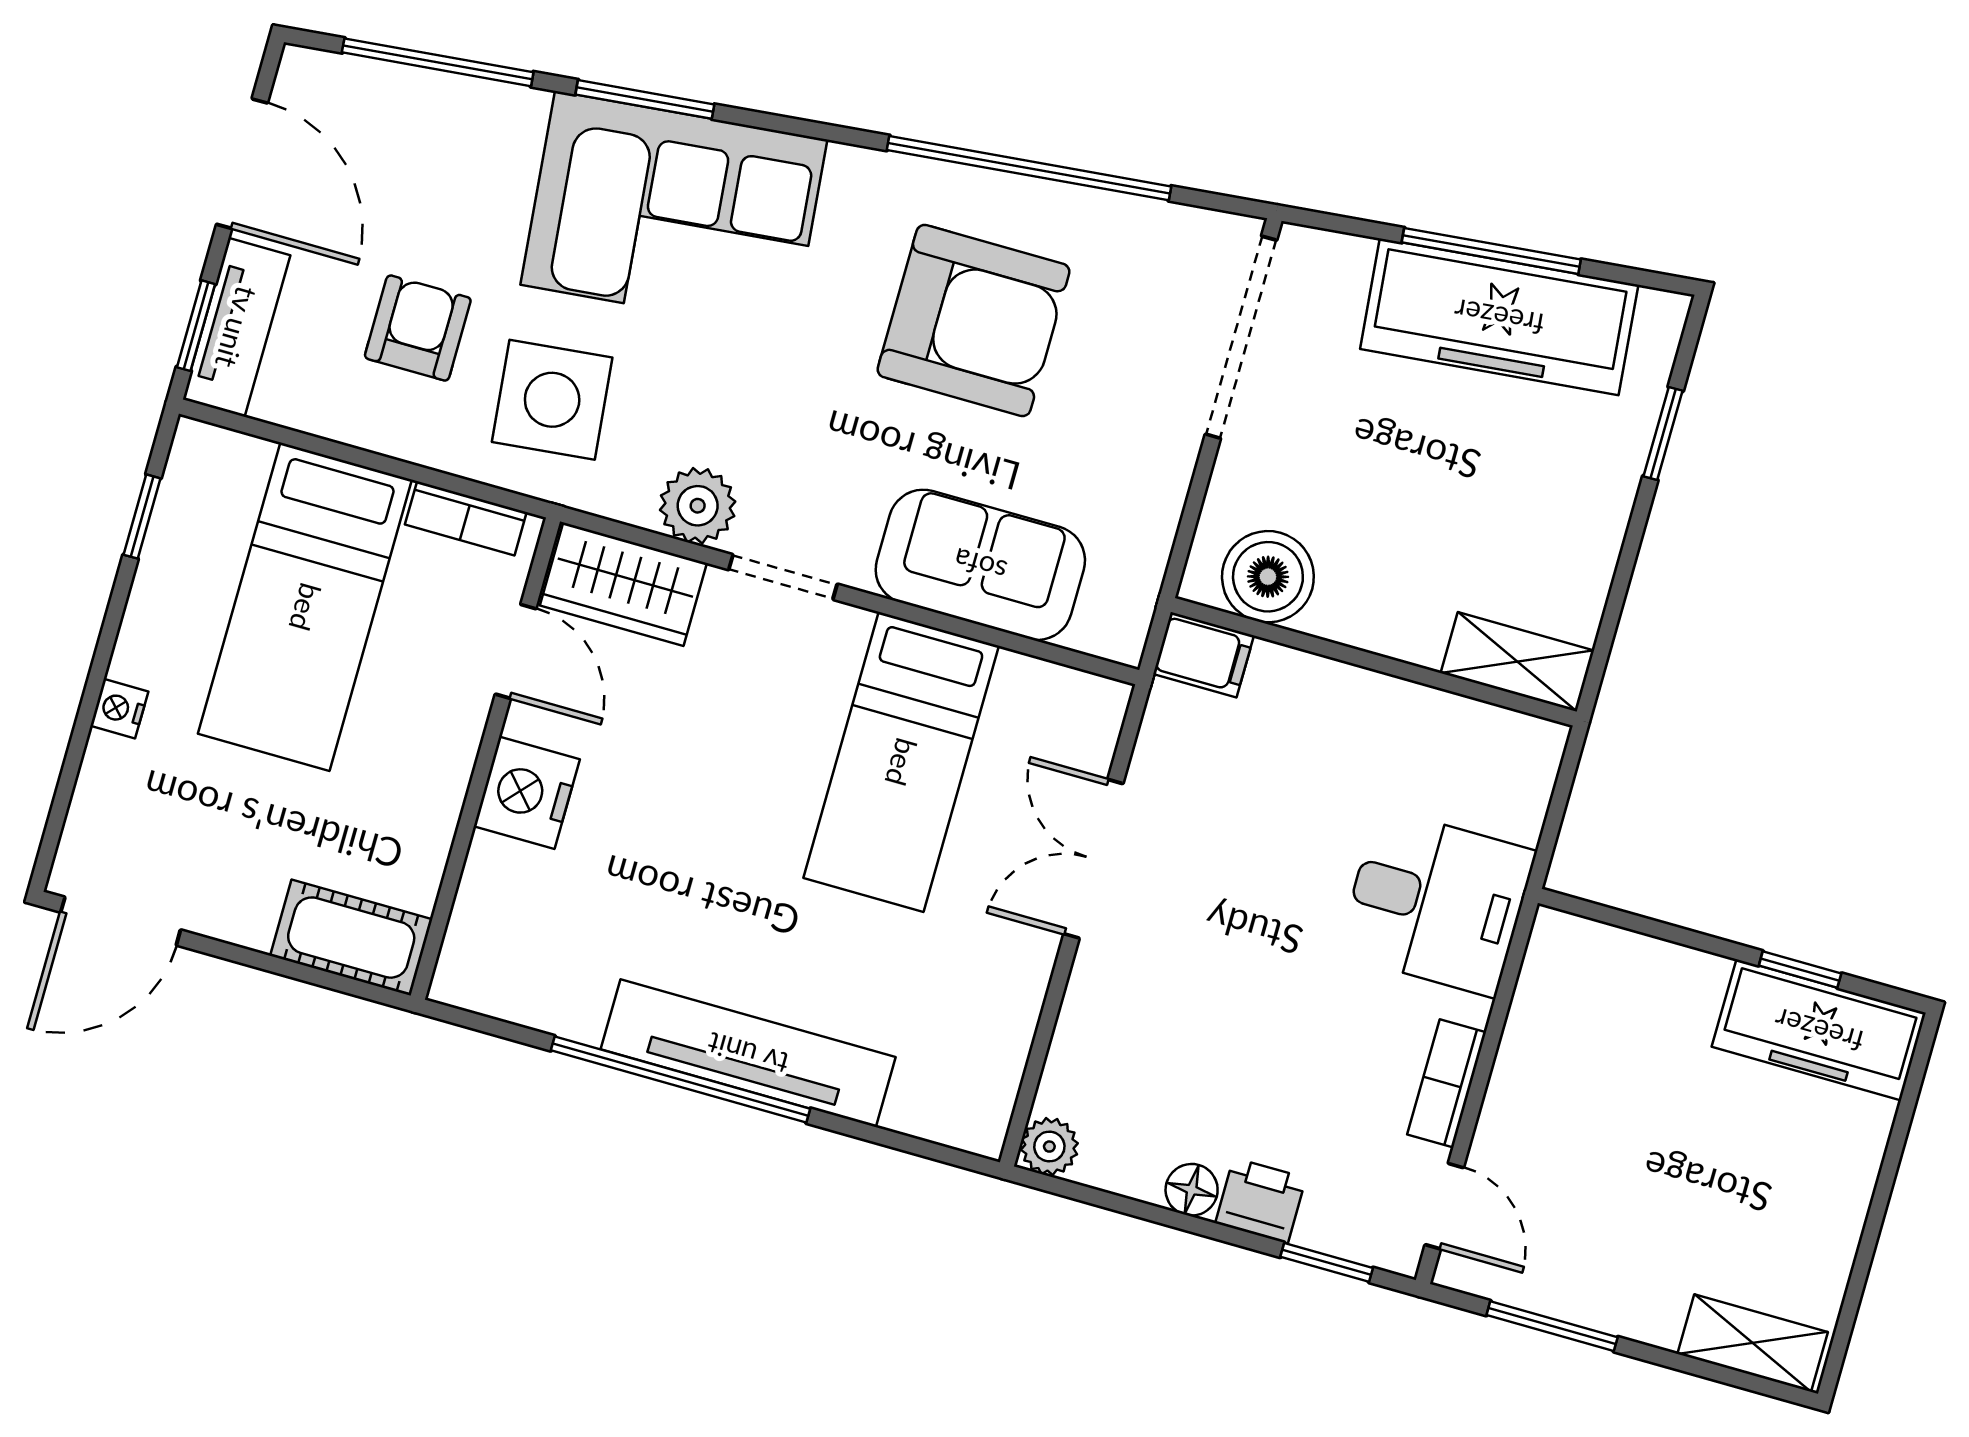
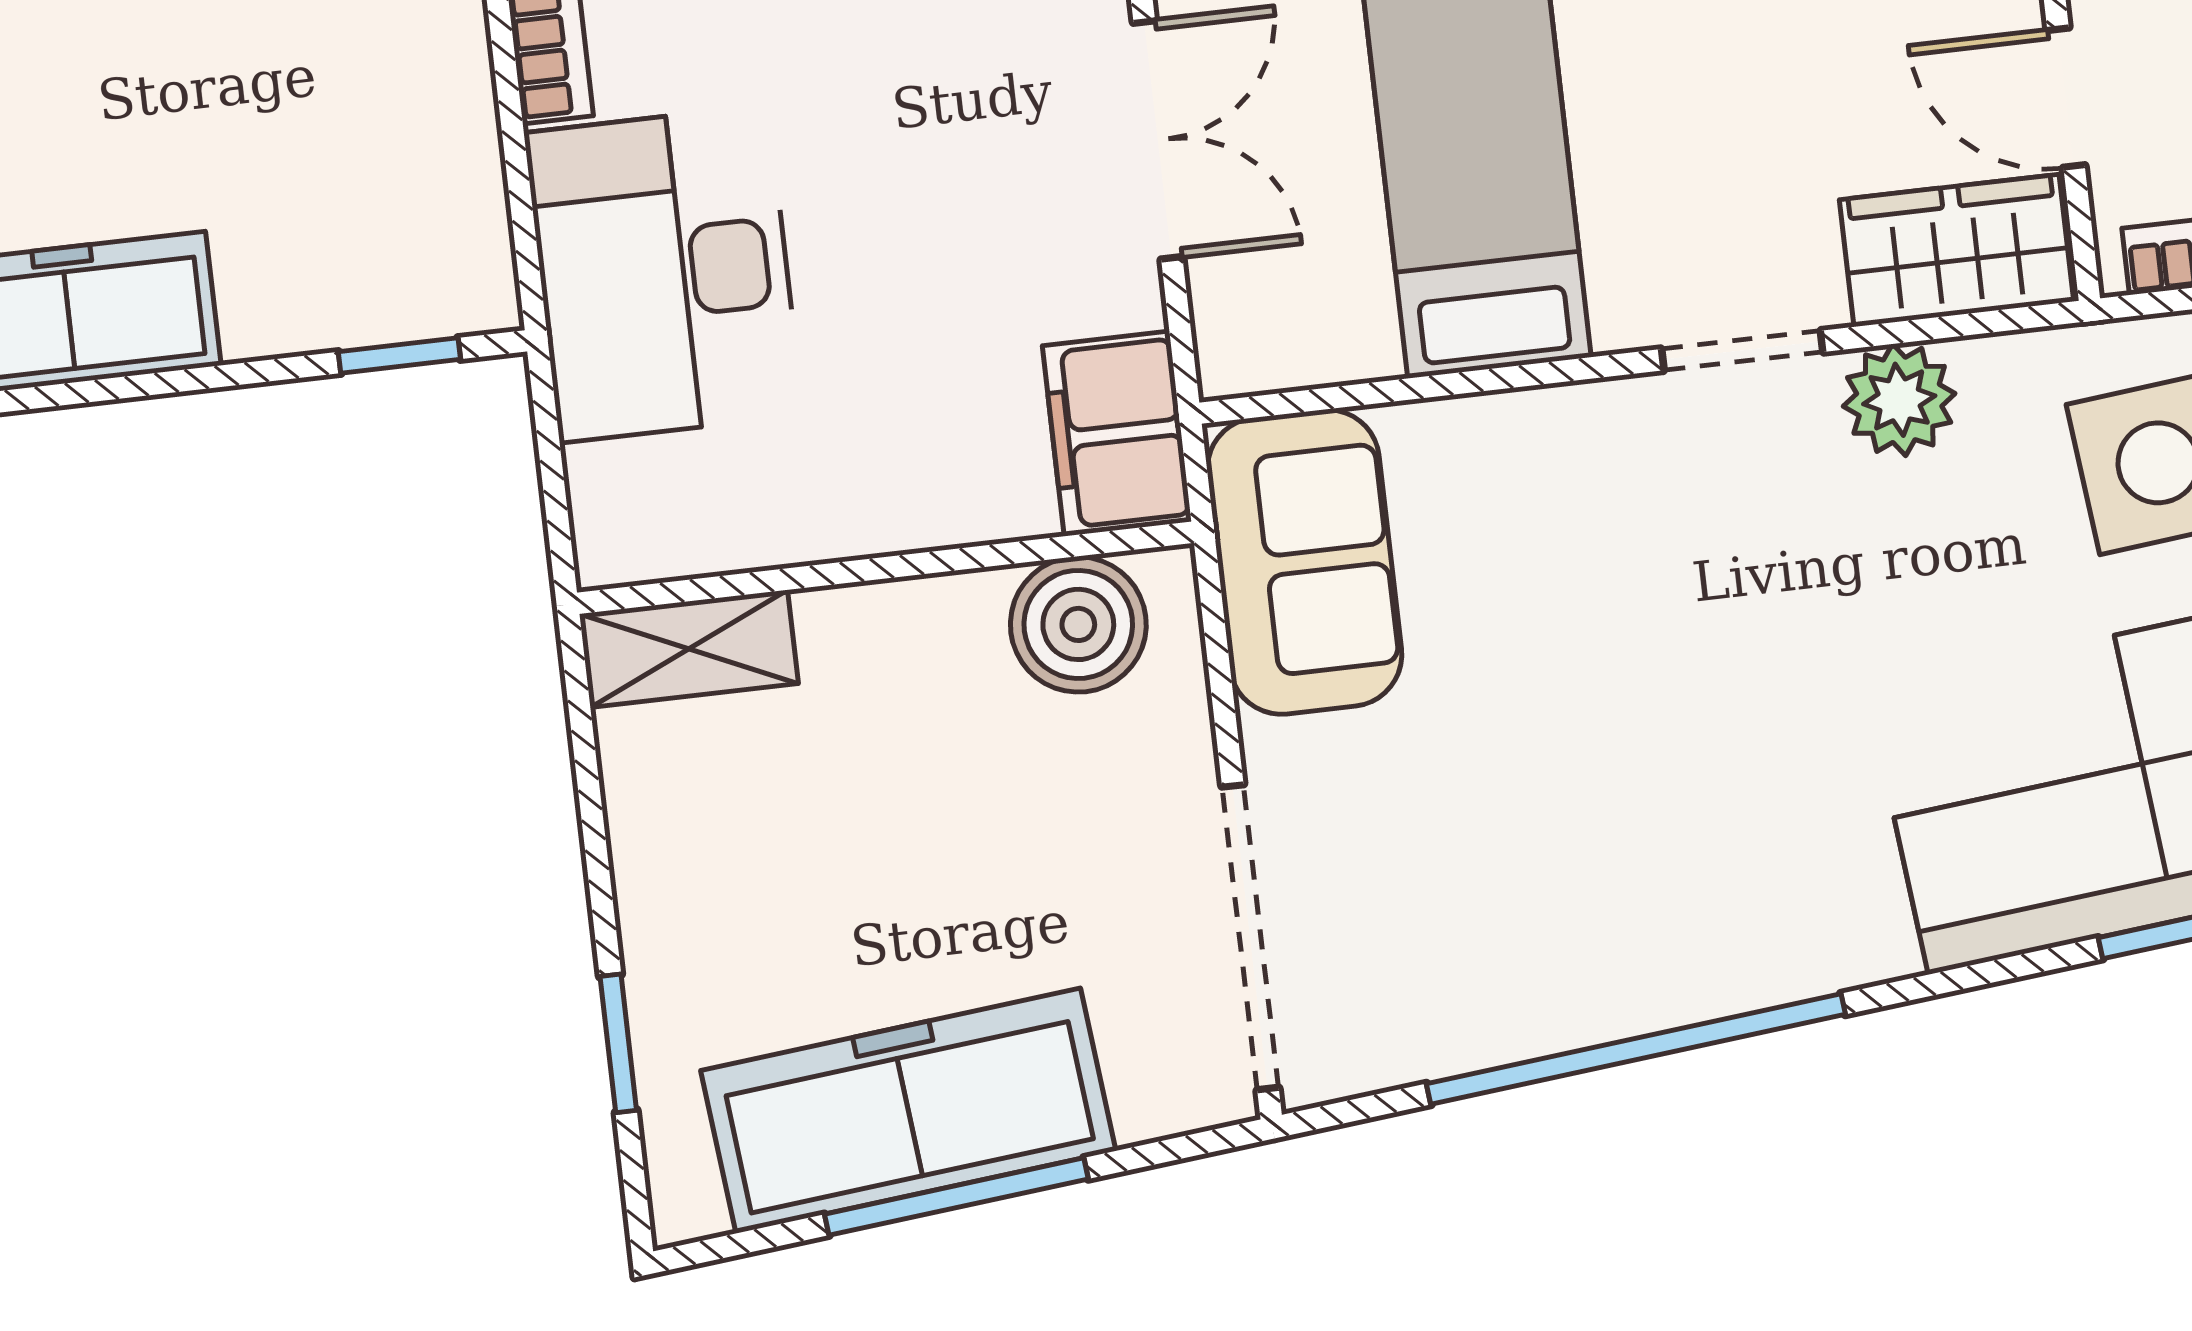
armchair: (974, 321) -> (1626, 809), removed
sofa: (980, 565) -> (1304, 562), moved, turned -90
filing cabinet: (1204, 655) -> (1117, 434), width x2.00
desk: (1437, 902) -> (664, 274), width x1.37
window: (1800, 970) -> (399, 356), moved

